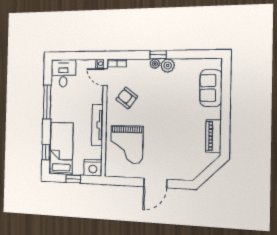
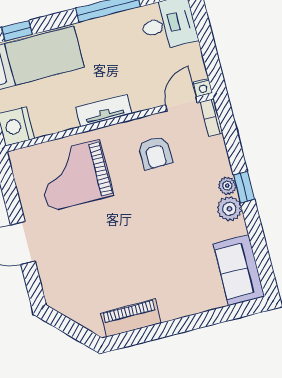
sofa: (211, 88) -> (239, 270), moved, turned -90
armchair: (127, 98) -> (155, 153), turned 142
tv unit: (97, 125) -> (104, 110), width x0.71

